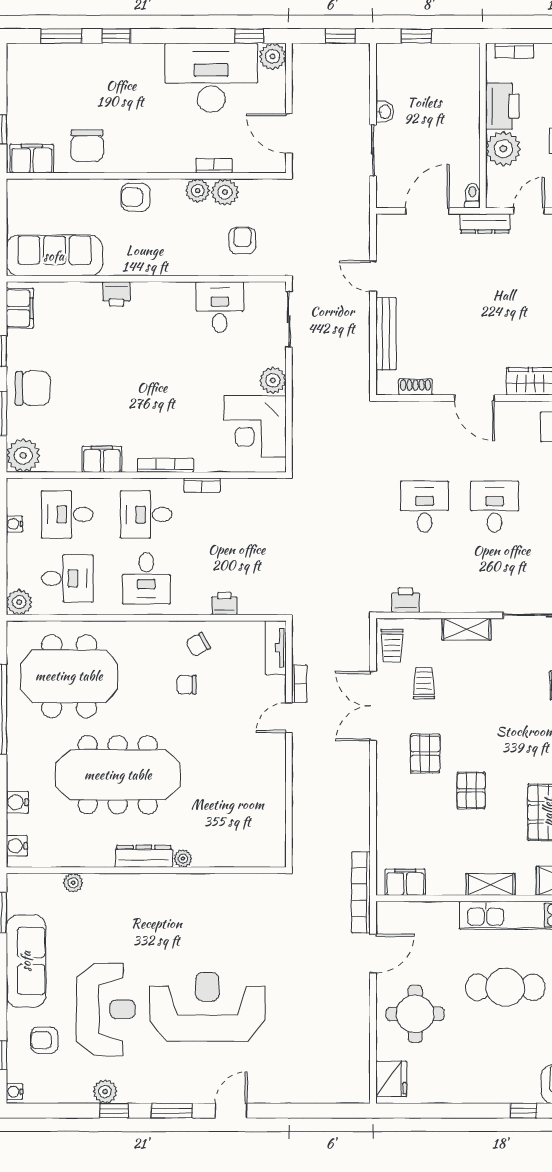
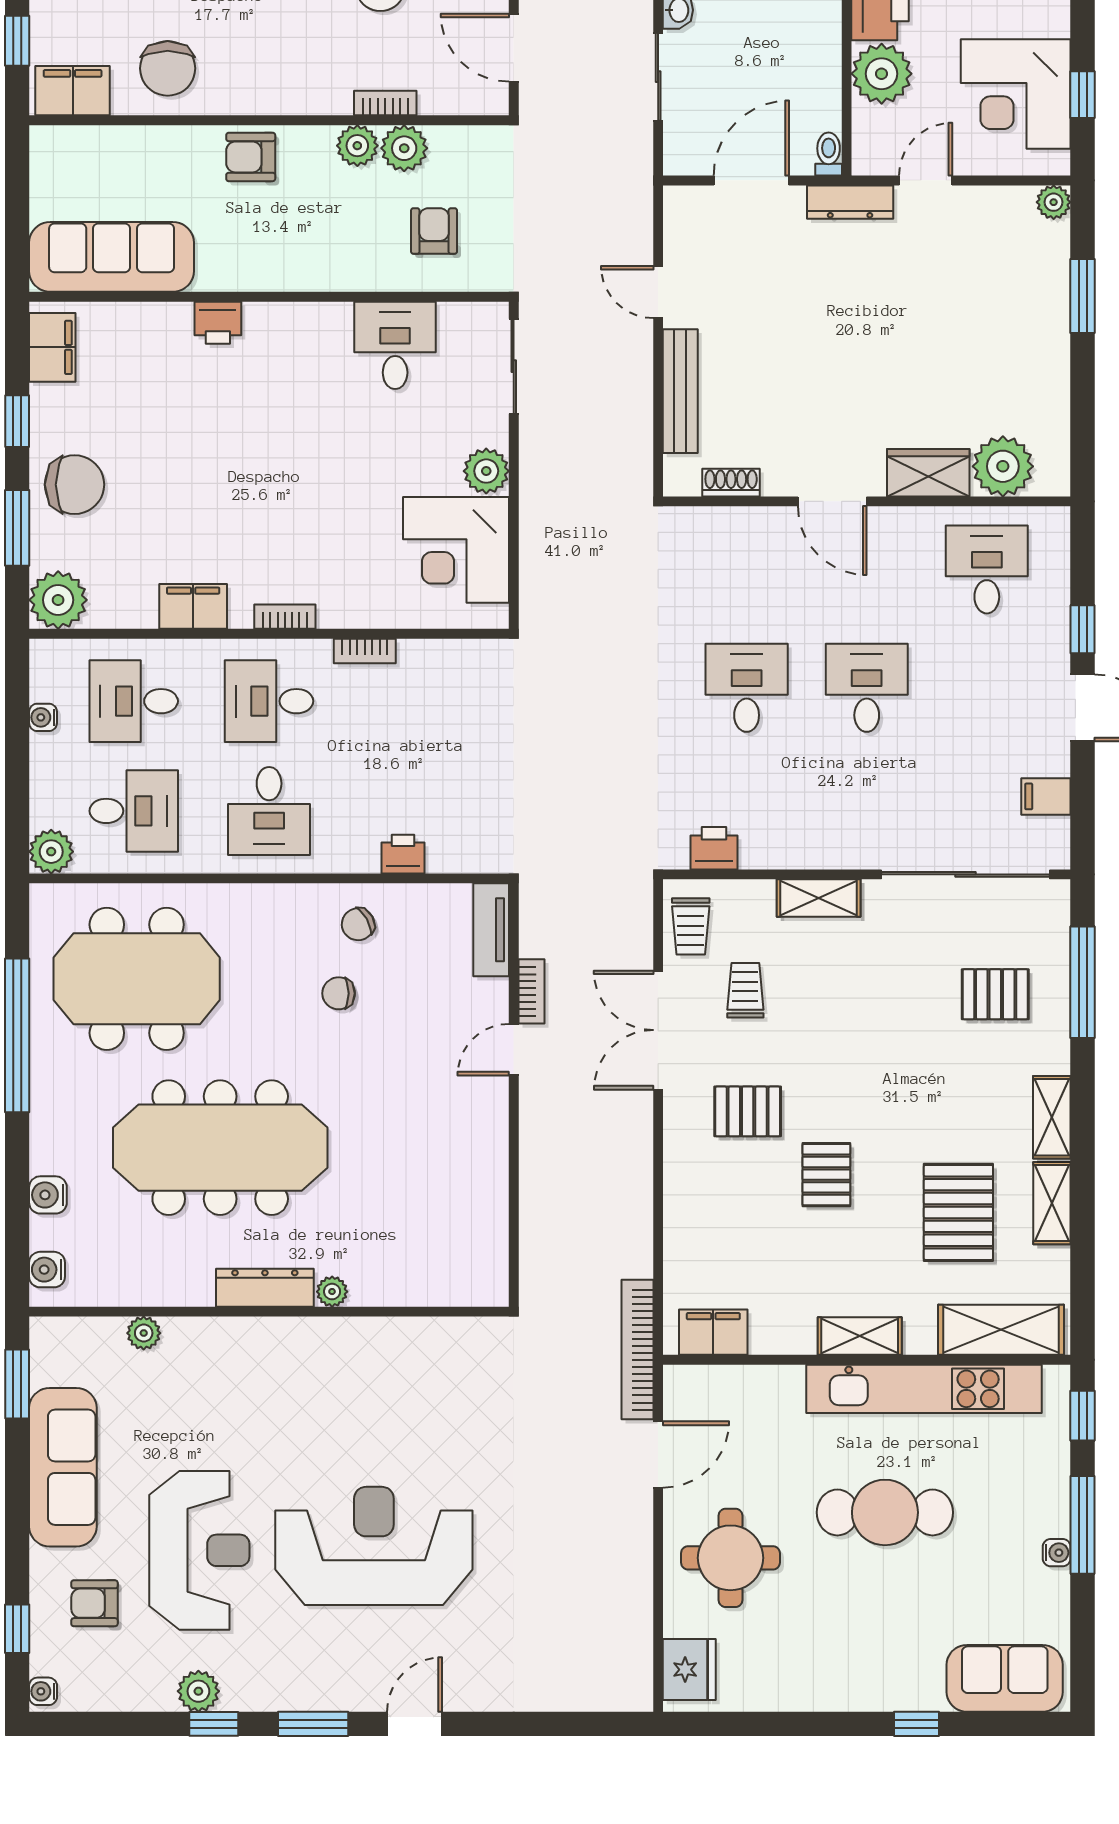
bookcase: (165, 465) -> (285, 617), width x0.64
pallet: (425, 754) -> (748, 1111), turned 90

